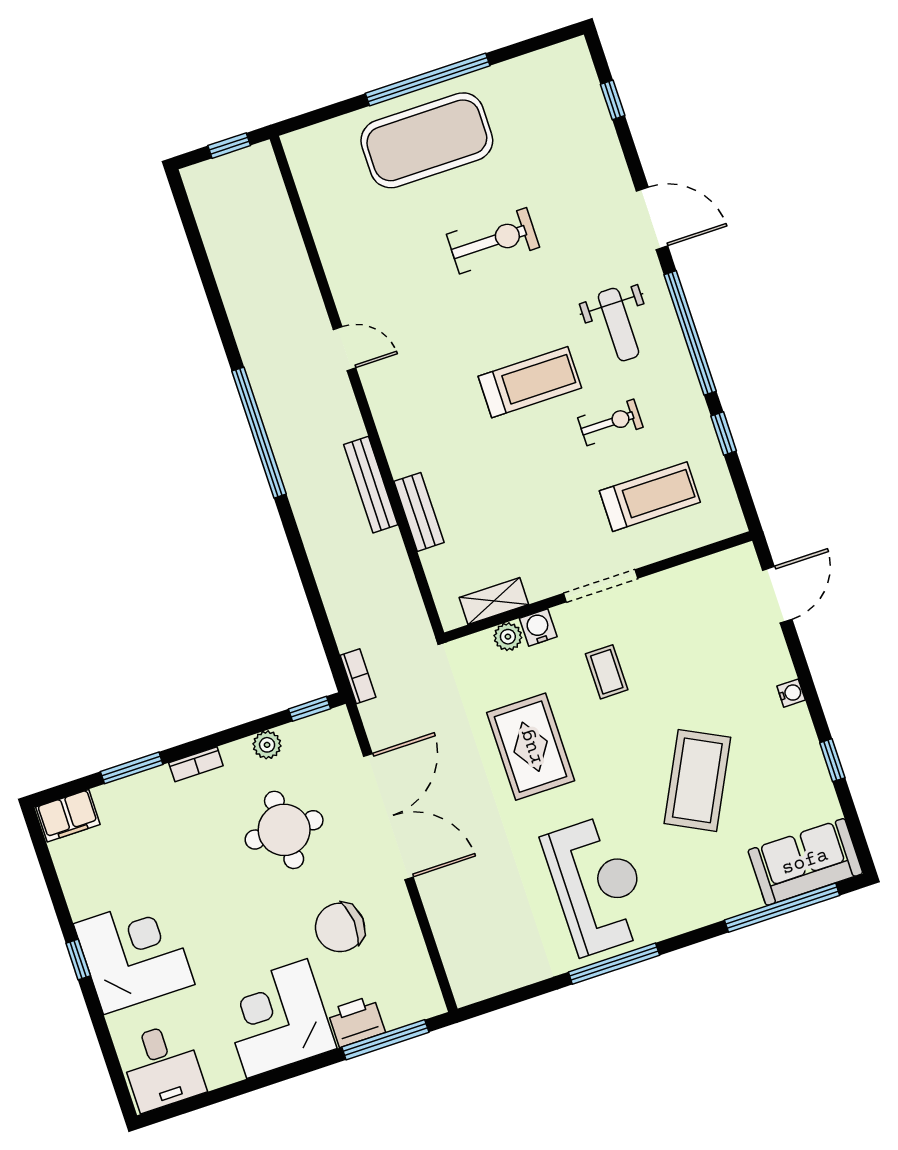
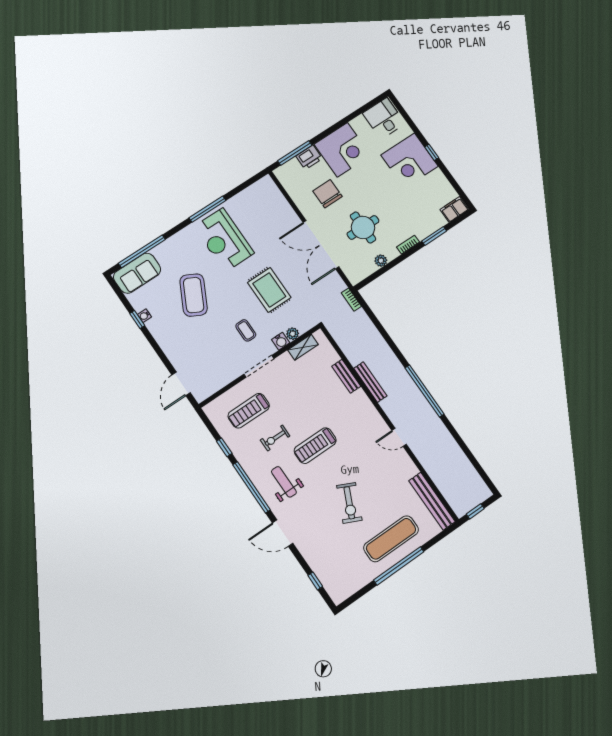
exercise mat: (427, 140) -> (391, 539), width x0.68
bench: (316, 194) -> (432, 501), added
exercise bike: (493, 241) -> (349, 503), turned -65
water cooler: (791, 693) -> (144, 316), moved
window: (309, 709) -> (368, 280), removed
chair: (340, 927) -> (328, 194), turned -86

